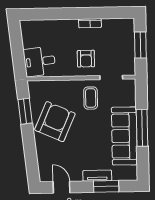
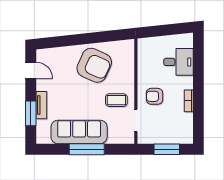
desk: (40, 61) -> (178, 62), moved, turned 96
window: (25, 111) -> (105, 37), removed
door: (62, 187) -> (31, 70), hinge flipped

